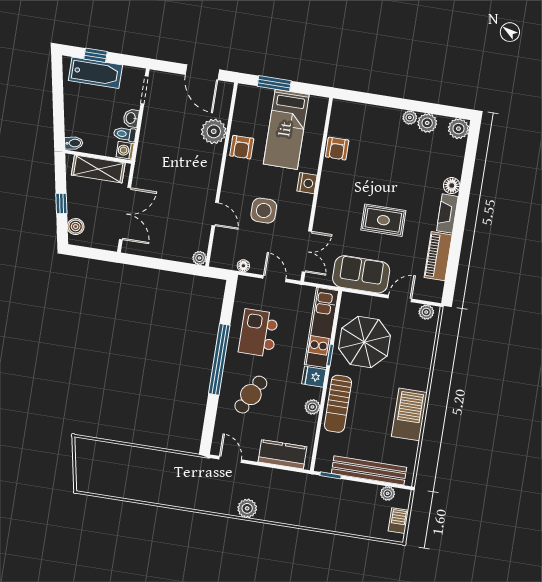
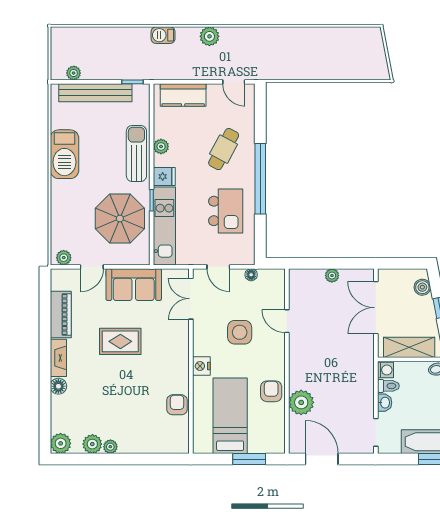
plant: (199, 258) -> (332, 276), moved
barbecue: (398, 521) -> (163, 35), moved, turned 90

